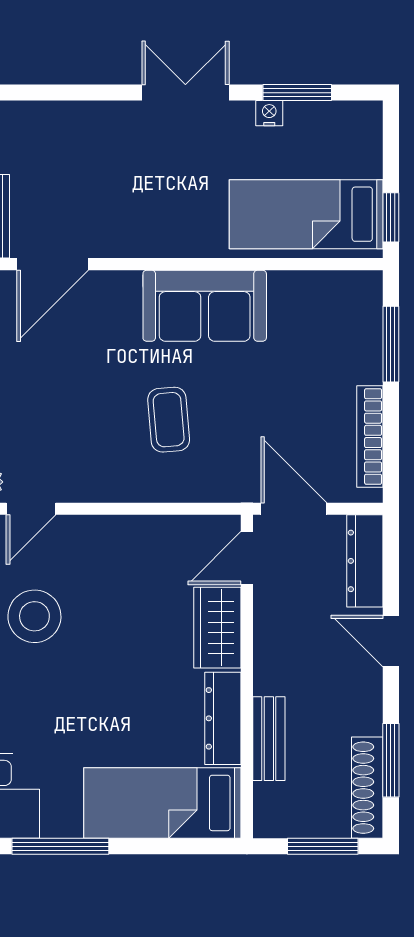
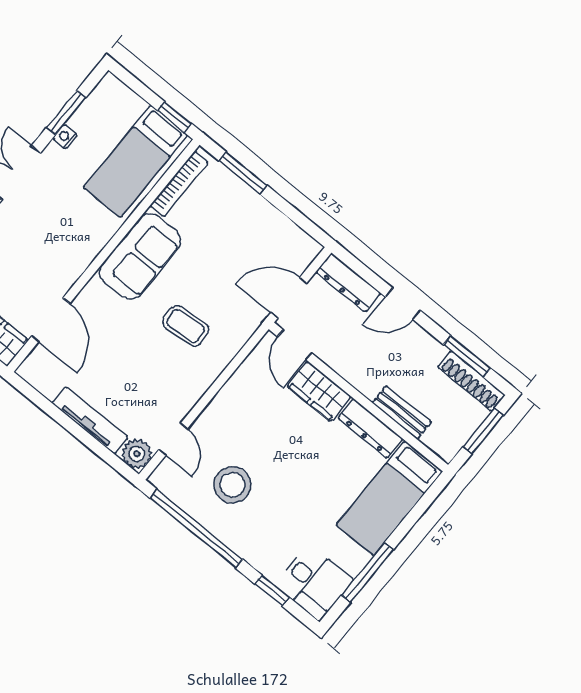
bookcase: (370, 436) -> (179, 184), moved, turned -90

